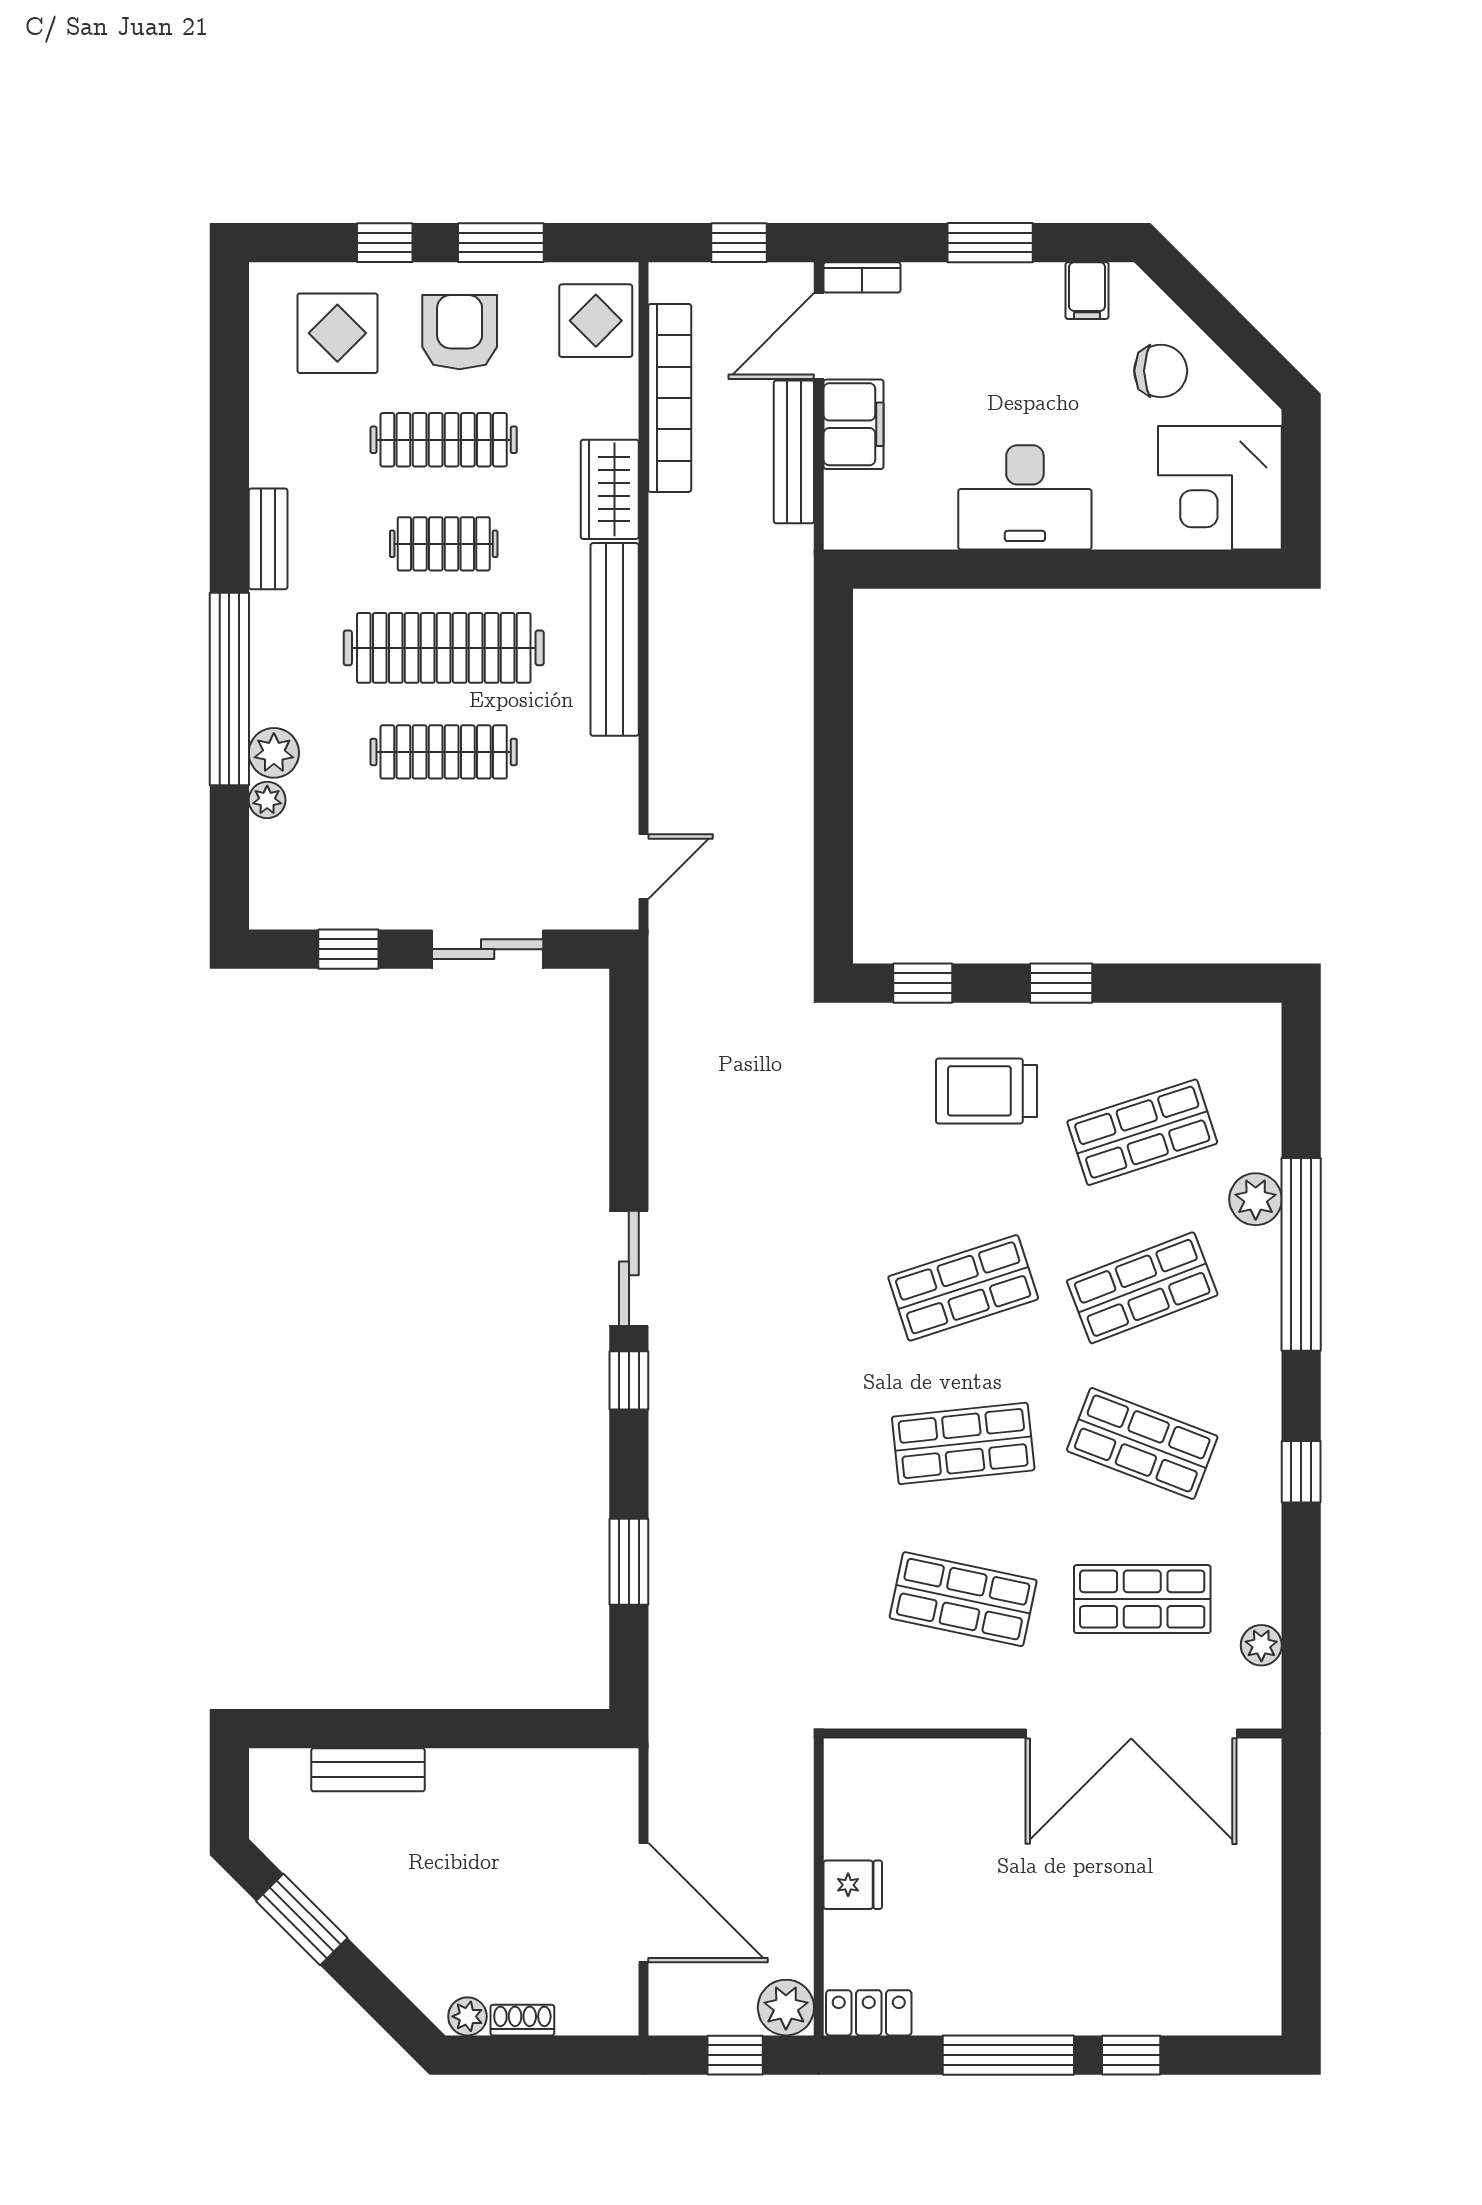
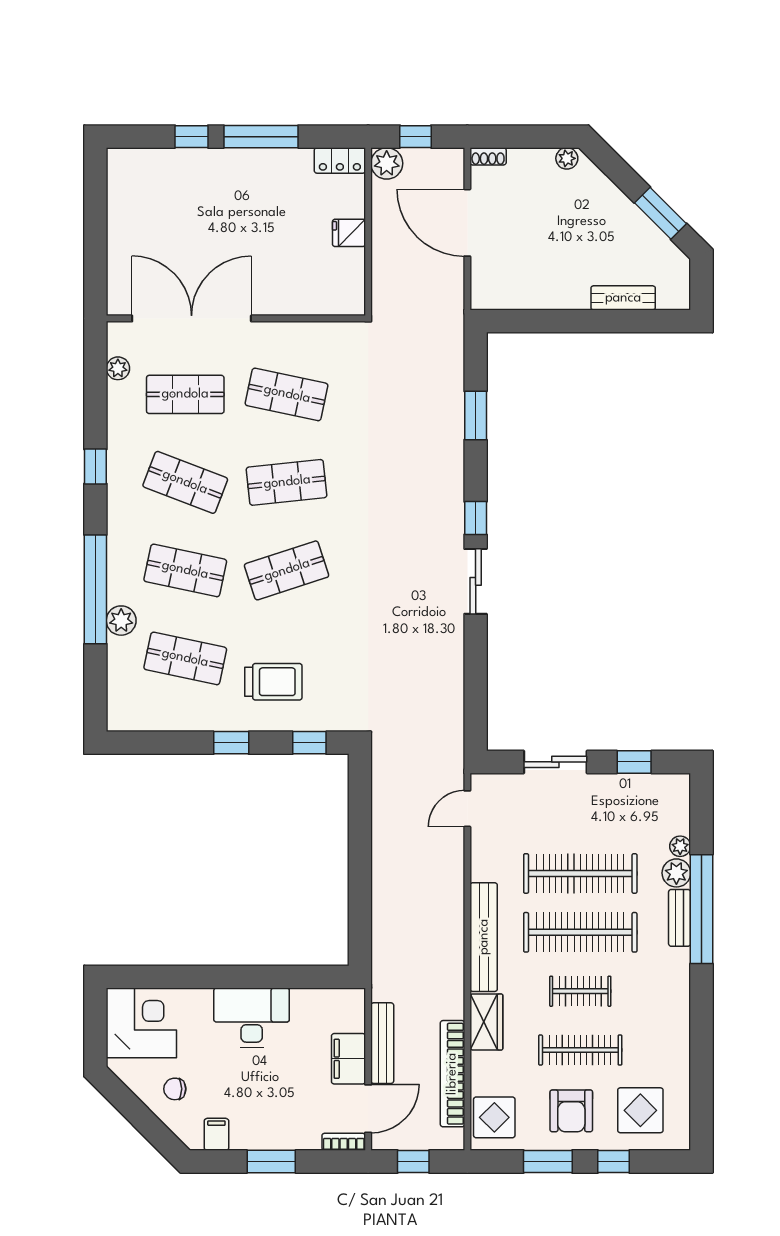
chair: (1161, 371) -> (175, 1089), width x0.73, depth x0.73
bench: (268, 539) -> (680, 918), moved
clothes rail: (444, 752) -> (580, 873), width x1.37, depth x1.31
shop shelf: (1142, 1132) -> (185, 658), turned 30
shop shelf: (1142, 1288) -> (185, 570), turned 33
shoe rack: (522, 2020) -> (488, 156), moved

